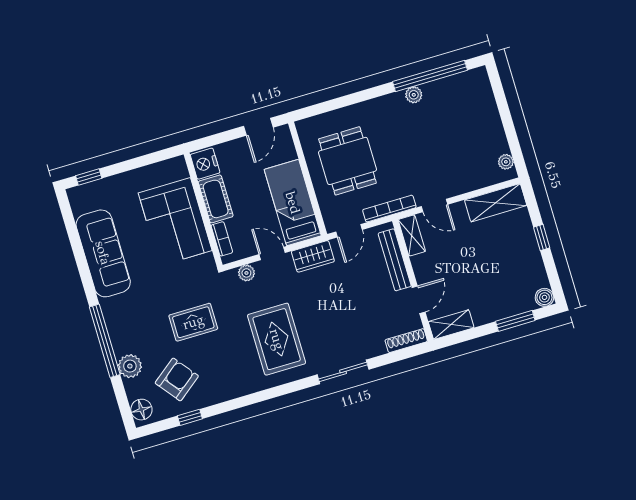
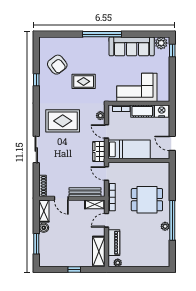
window: (430, 76) -> (172, 220), moved
dining table: (347, 161) -> (147, 200), moved
piano: (471, 180) -> (114, 243), added
door: (272, 254) -> (106, 131), swing flipped
boiler: (544, 297) -> (44, 228), moved
rug: (193, 322) -> (84, 81), turned 90
window: (105, 341) -> (102, 34), moved
plant: (130, 366) -> (161, 43), moved
floor lamp: (141, 410) -> (47, 42), removed
window: (190, 417) -> (36, 80), moved

